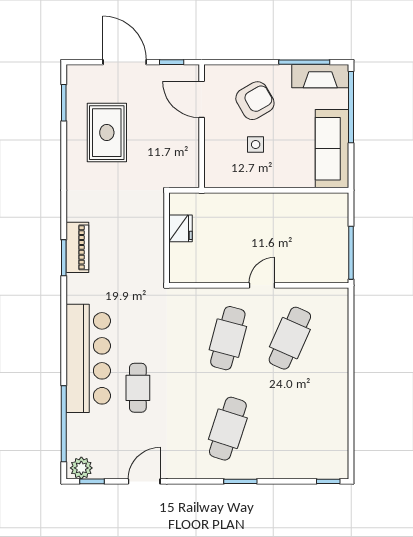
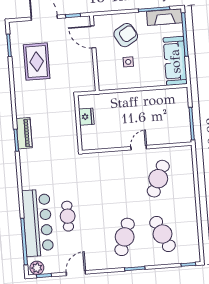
cafe table: (228, 338) -> (162, 234), moved, turned -39
bar counter: (88, 358) -> (38, 223), moved

